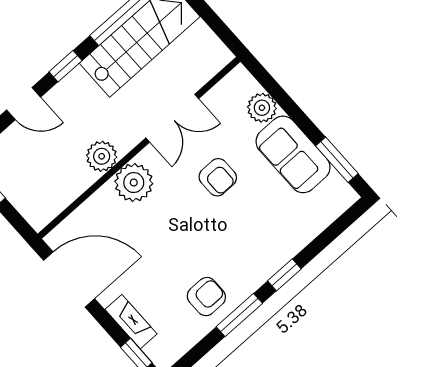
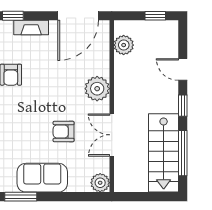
door: (24, 103) -> (183, 69), hinge flipped
plant: (262, 108) -> (100, 183), moved
plant: (102, 156) -> (124, 45), moved

